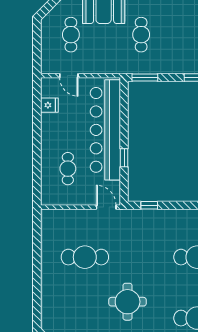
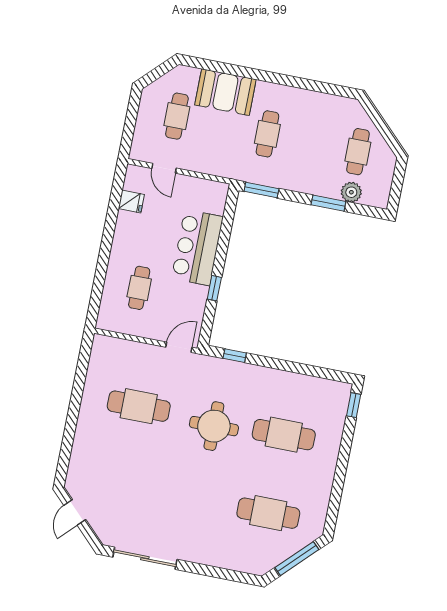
bar counter: (105, 130) -> (197, 248), width x0.54
door: (106, 207) -> (179, 347), hinge flipped
round table: (128, 302) -> (214, 426), moved

